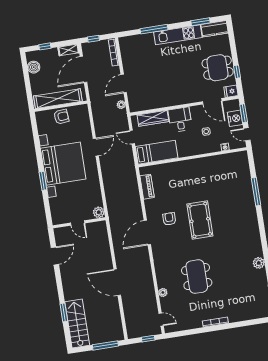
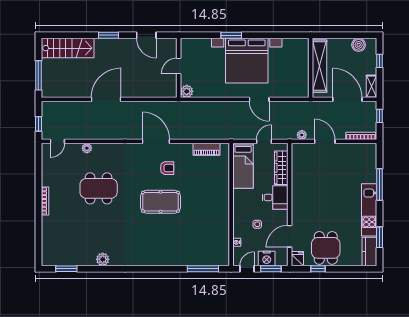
armchair: (61, 117) -> (299, 67), removed
window: (256, 192) -> (203, 269), moved
window: (64, 312) -> (109, 35), moved

